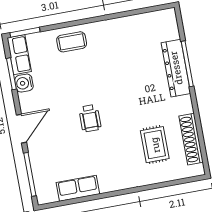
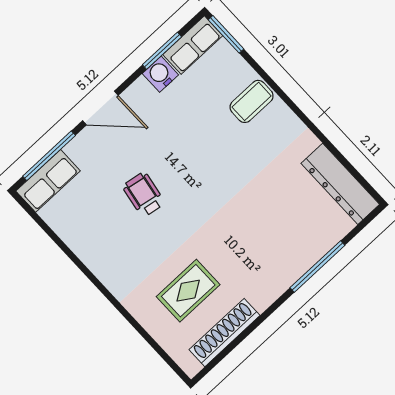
coffee table: (72, 42) -> (252, 101), turned 90
dresser: (176, 68) -> (340, 184), moved, turned -90
wheelchair: (90, 118) -> (144, 195), moved, turned 100
row of seats: (78, 188) -> (48, 181), moved, turned 90

